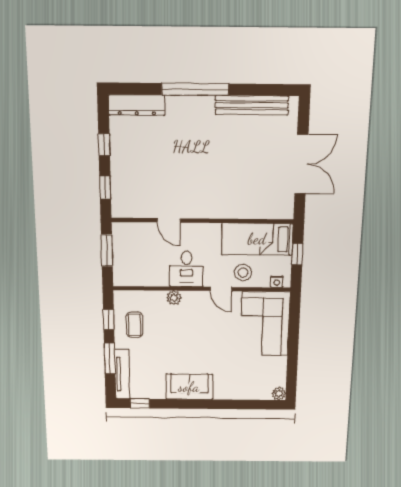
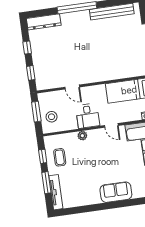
stool: (243, 273) -> (52, 117), moved
sofa: (189, 387) -> (116, 192), moved
window: (140, 404) -> (70, 211), removed

